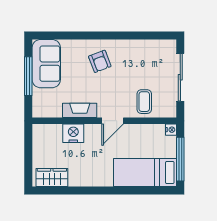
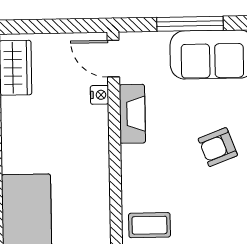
door: (113, 121) -> (113, 59), moved
nightstand: (73, 133) -> (100, 95), width x0.53, depth x0.56

